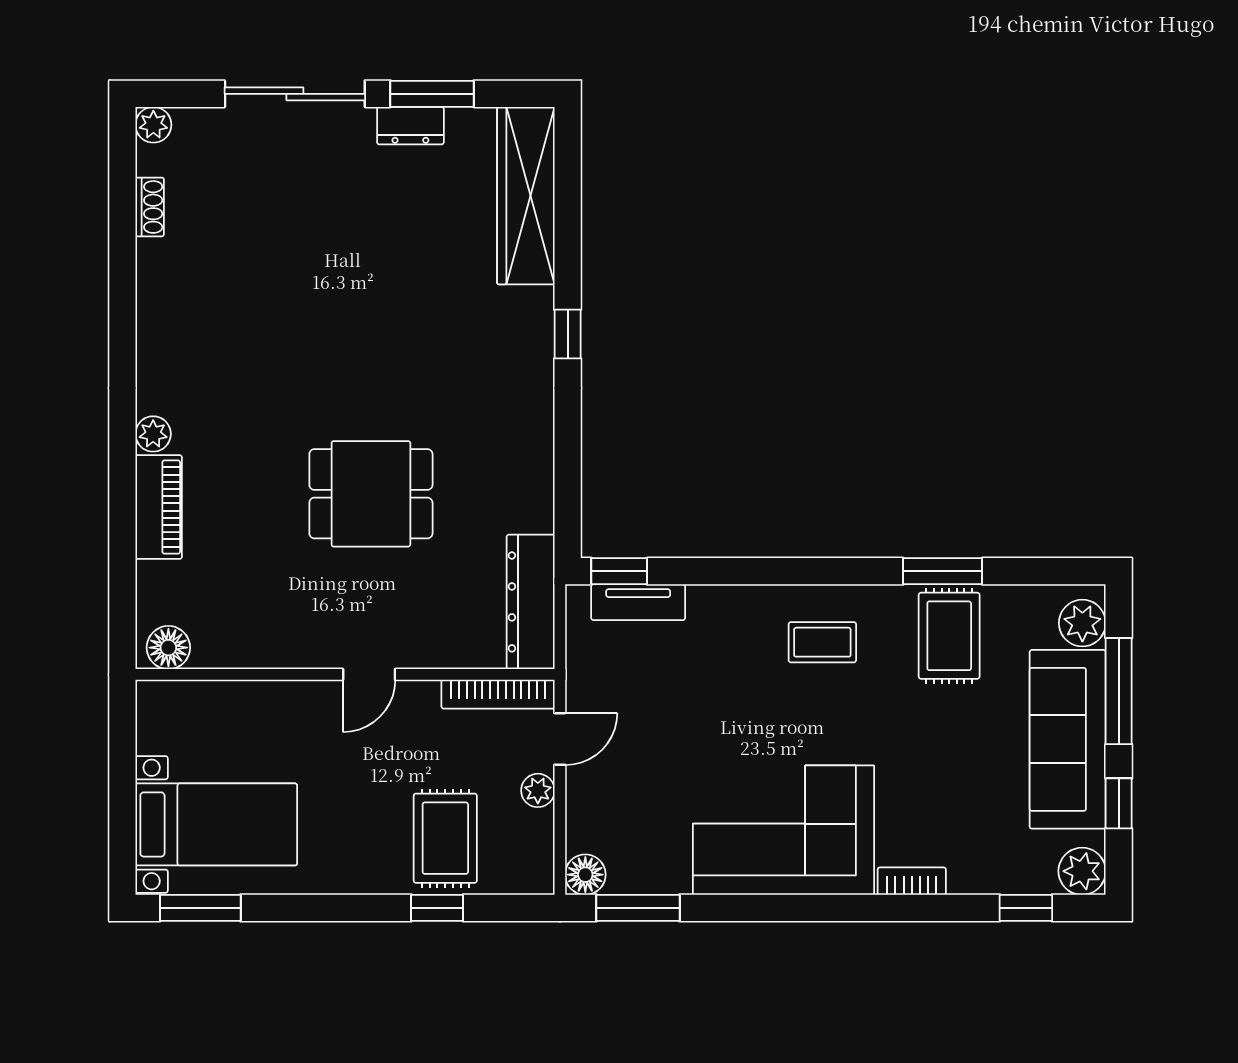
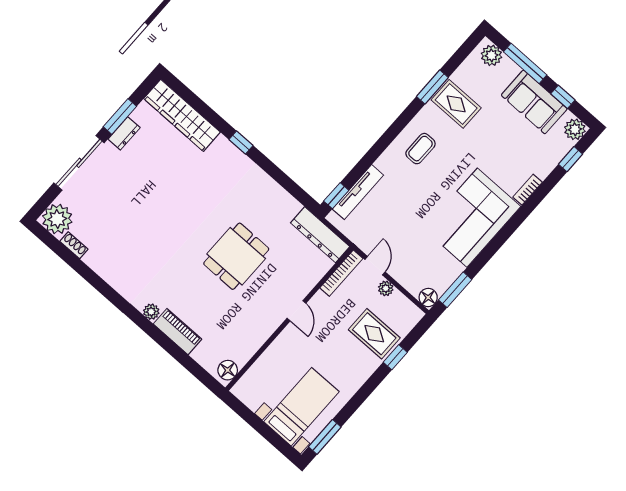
plant: (153, 125) -> (57, 219), width x1.88, depth x1.88
tv unit: (638, 602) -> (358, 192), width x1.41
sofa: (1068, 739) -> (534, 102), width x0.73

